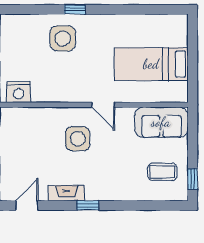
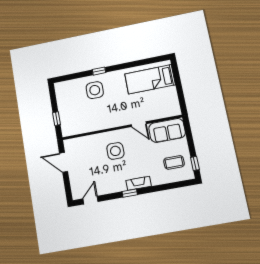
bed: (151, 64) -> (150, 79), moved
nightstand: (18, 92) -> (73, 128), removed
door: (103, 105) -> (139, 124), moved
fireplace: (66, 193) -> (139, 183), moved

